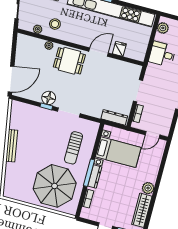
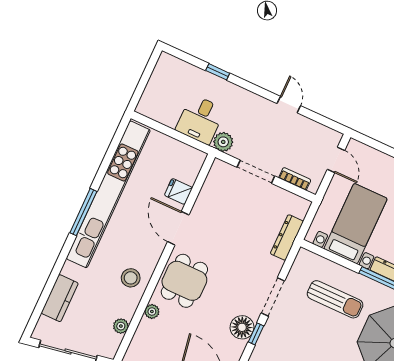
stool: (55, 24) -> (131, 278), moved
plant: (163, 28) -> (223, 142), moved
dresser: (114, 117) -> (287, 237), moved

